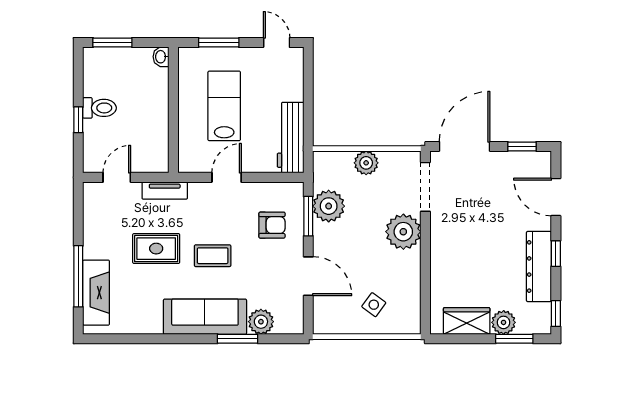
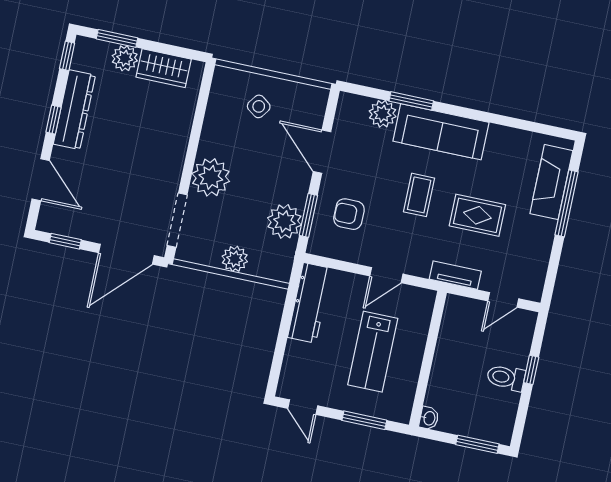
coffee table: (213, 256) -> (419, 195), turned 90

